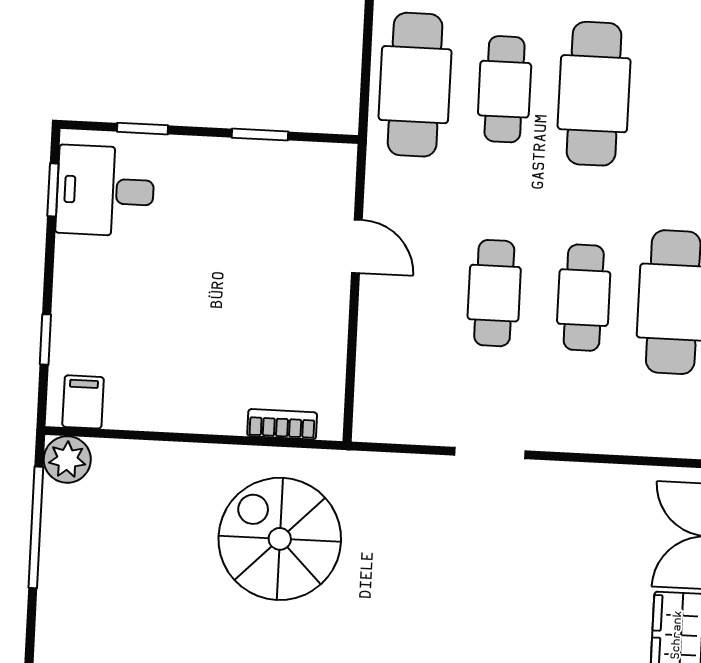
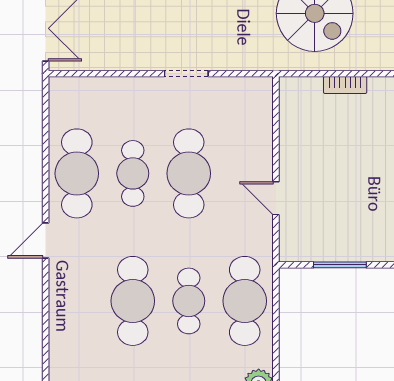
window: (260, 135) -> (340, 265), width x1.50
cafe table: (494, 293) -> (189, 173), width x1.37, depth x1.35
bookcase: (282, 424) -> (345, 85), moved

